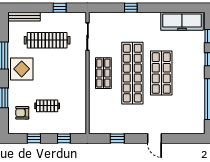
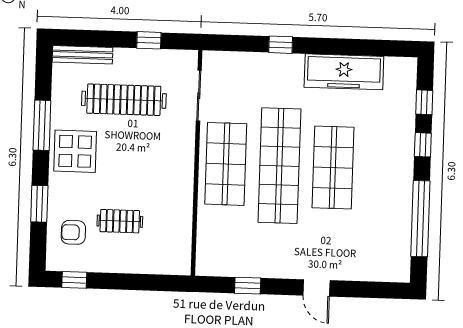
freezer: (182, 21) -> (344, 72), moved
shop shelf: (103, 73) -> (226, 164), width x1.43, depth x1.36
window: (34, 138) -> (74, 280), moved
window: (64, 138) -> (149, 282), removed

